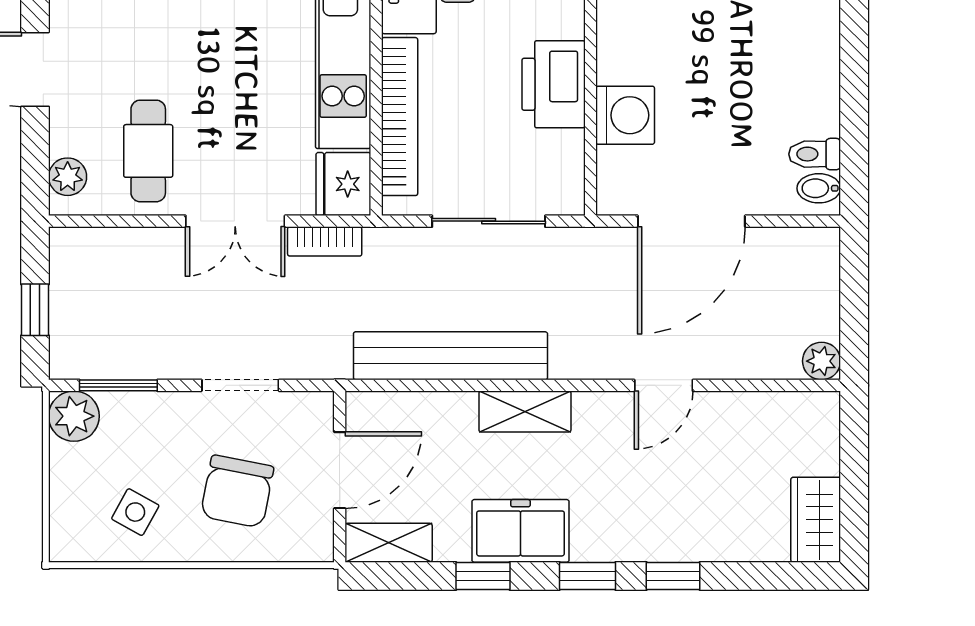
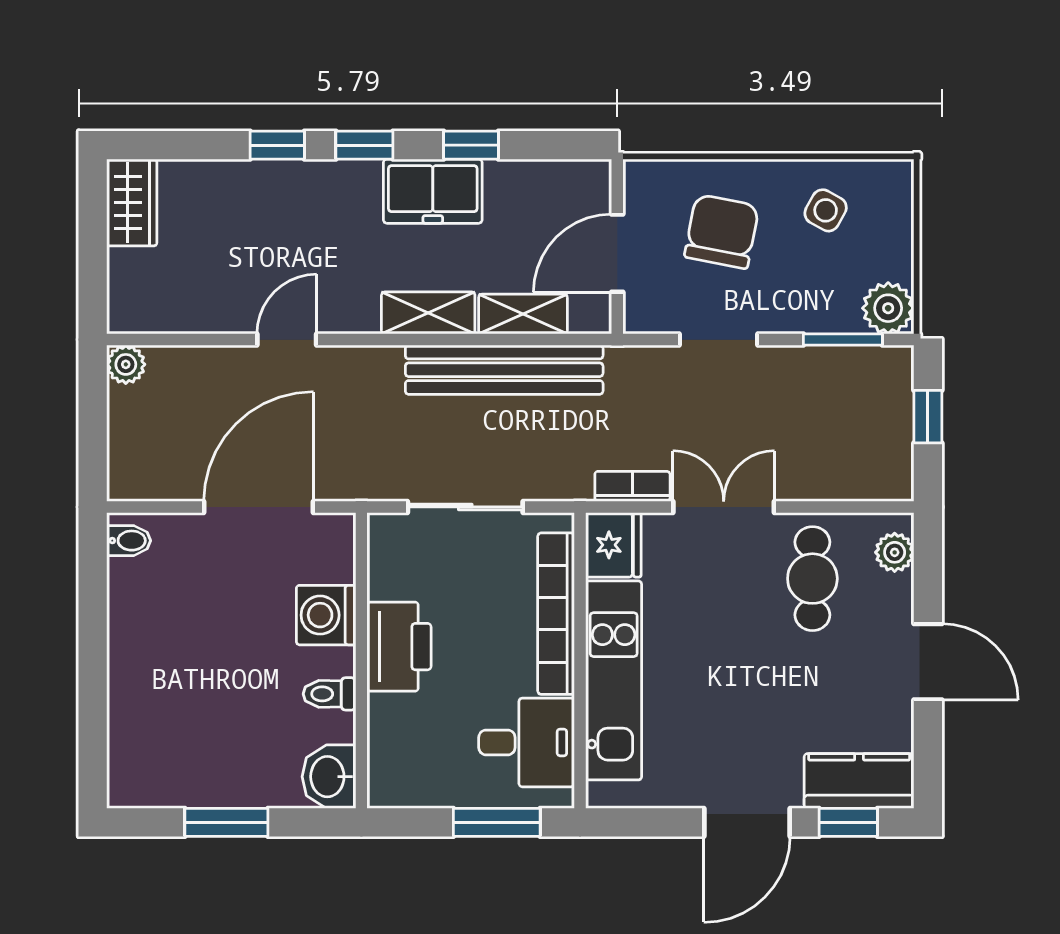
toilet: (815, 154) -> (330, 694), moved, turned 180
shelving: (389, 543) -> (523, 314), moved

